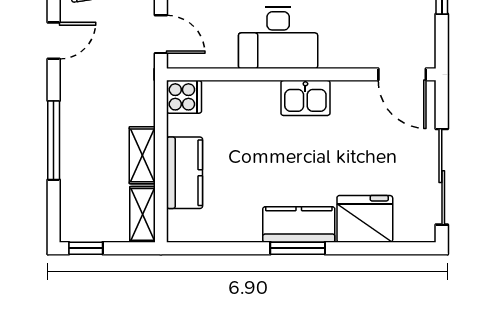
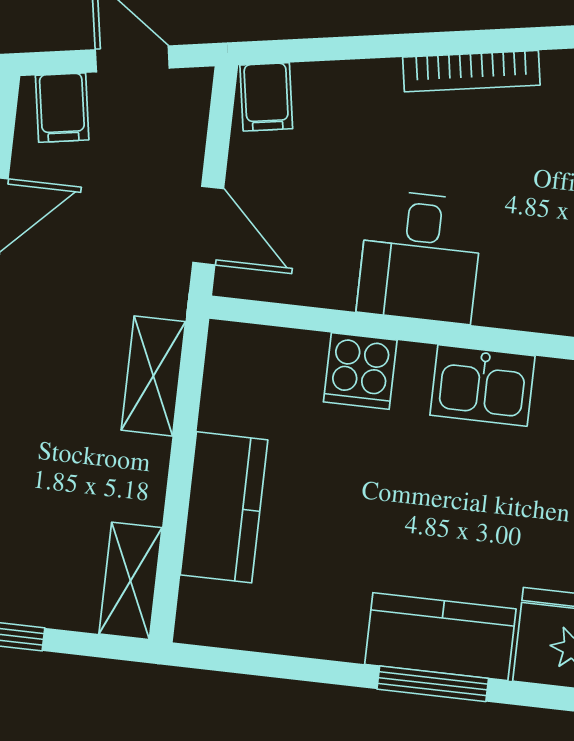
desk: (278, 38) -> (420, 257), width x0.73
cooker: (184, 97) -> (360, 371), moved, turned 90
shelving: (142, 155) -> (153, 376), moved

